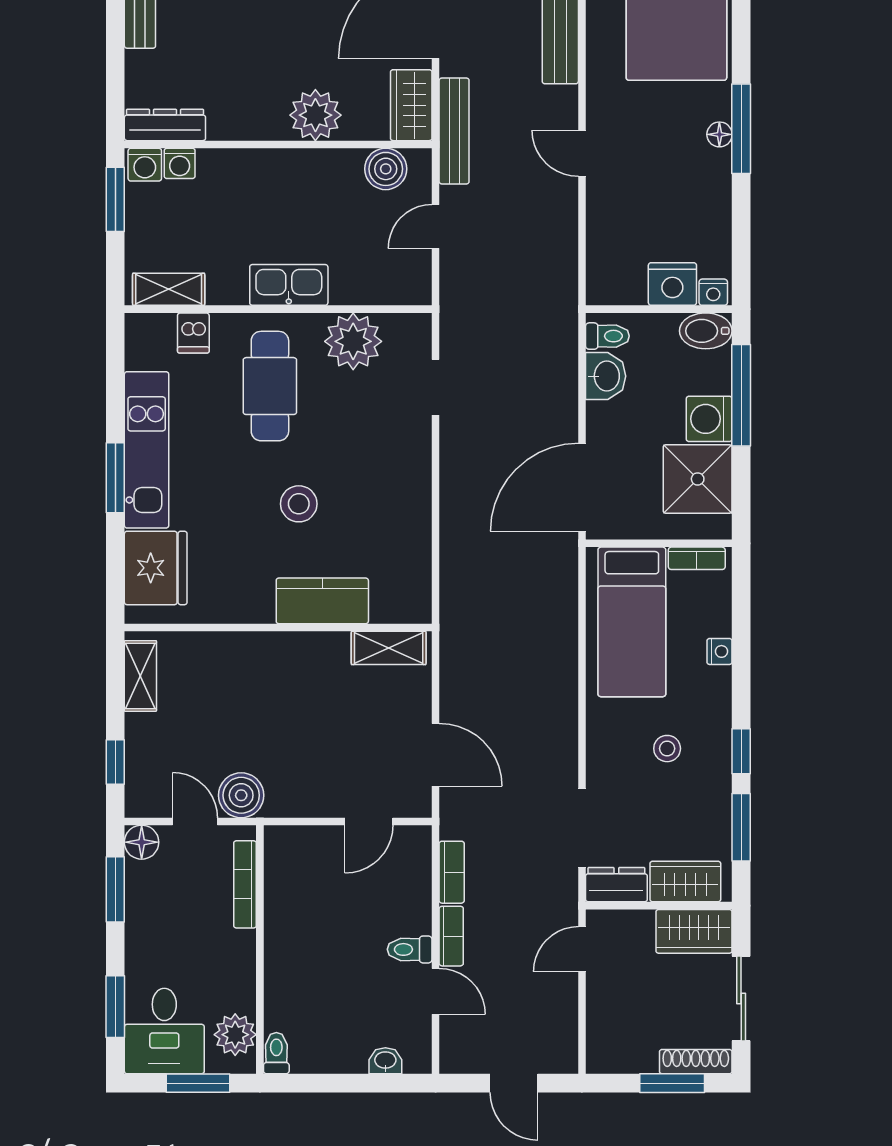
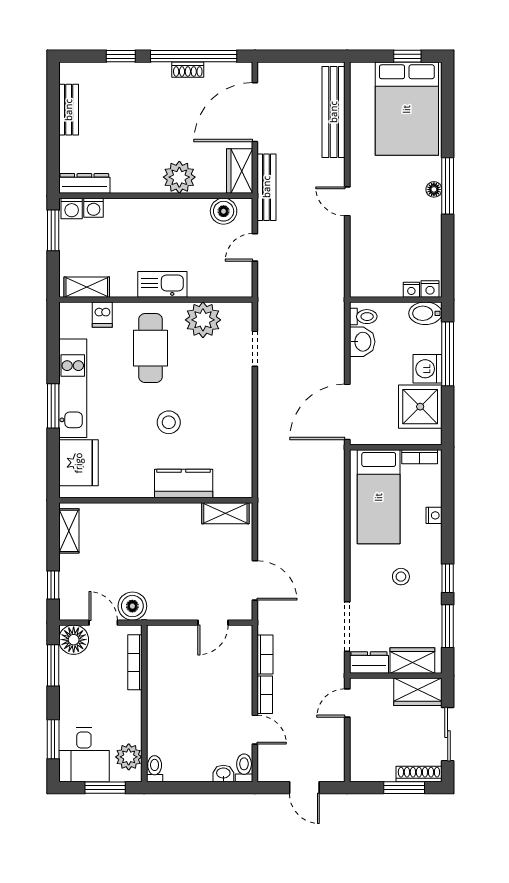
nightstand: (672, 284) -> (411, 290), width x0.53, depth x0.56
floor lamp: (142, 842) -> (74, 640), width x1.38, depth x1.38
toilet: (410, 949) -> (244, 768), moved, turned 90

